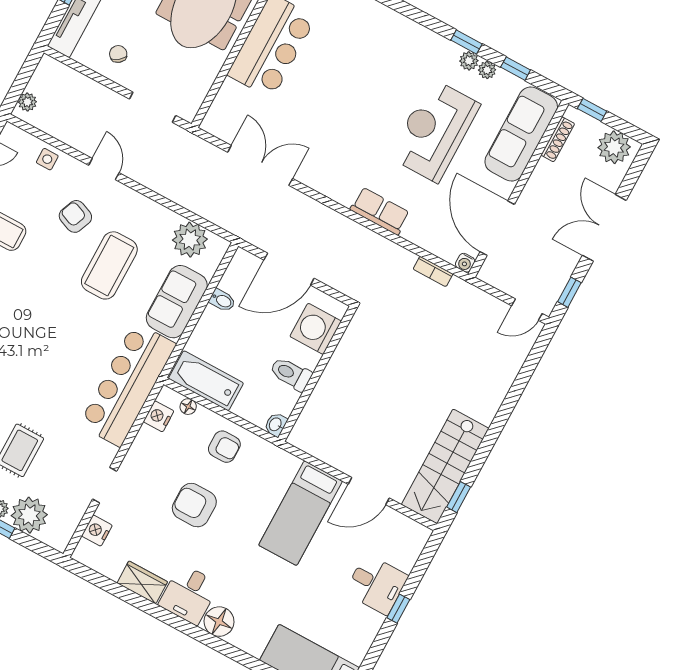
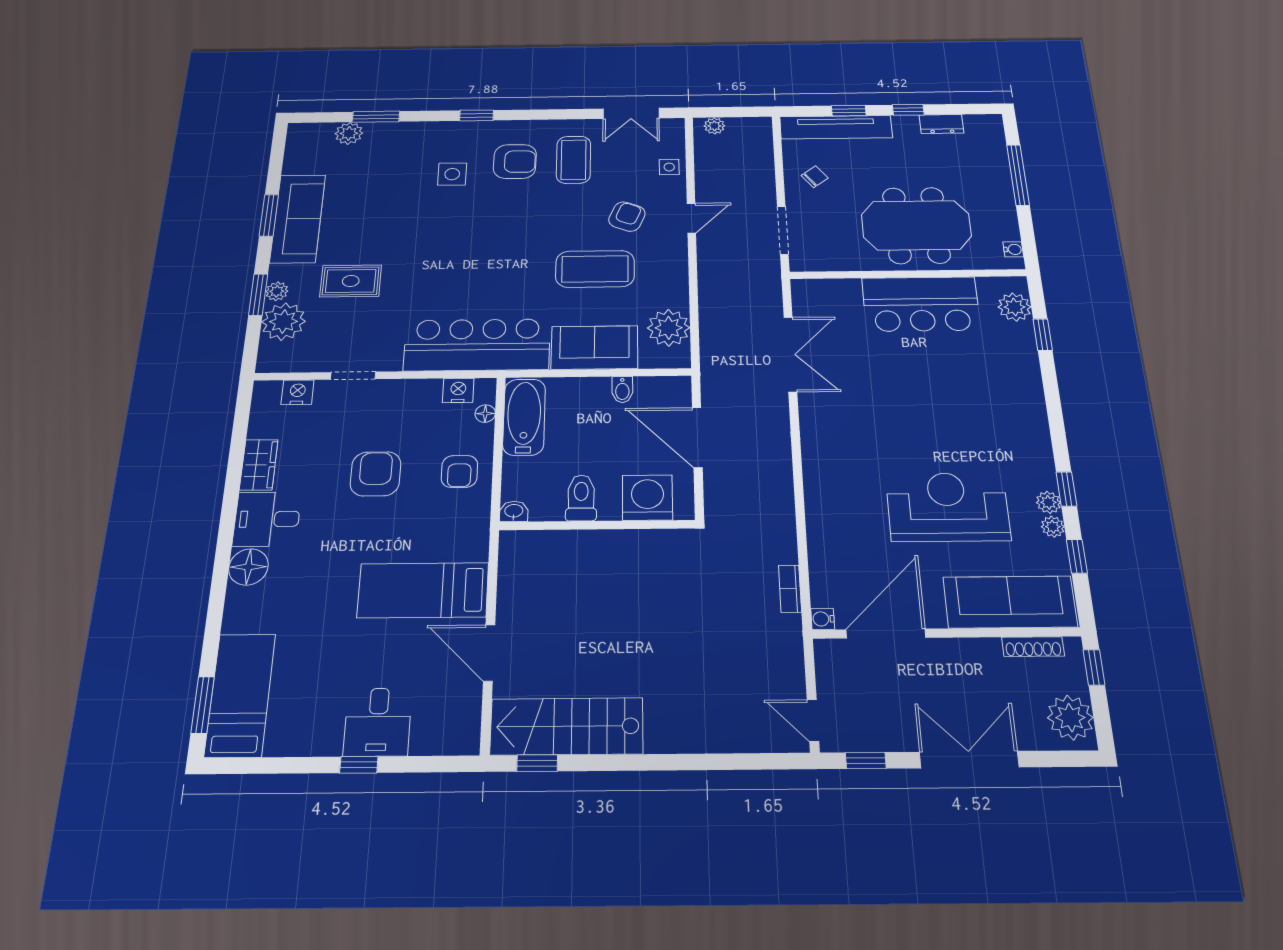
row of seats: (380, 211) -> (821, 497), removed

